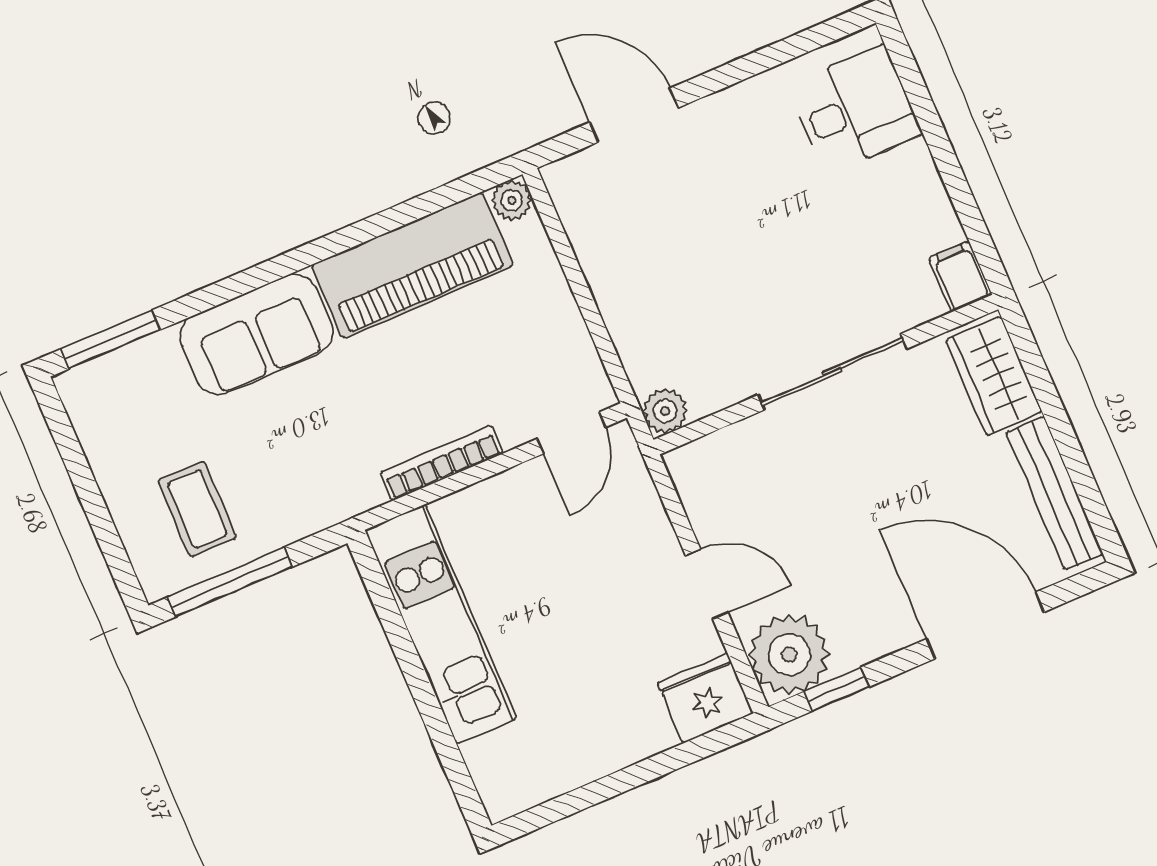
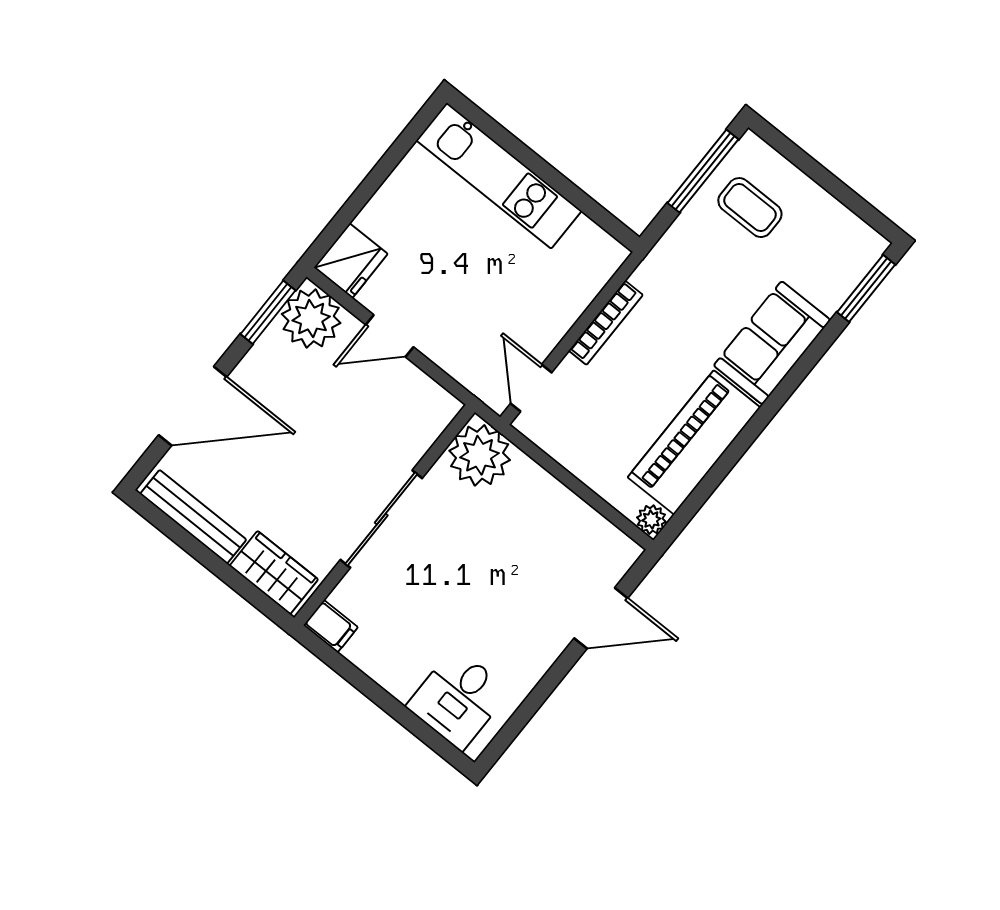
plant: (665, 411) -> (480, 455), width x1.87, depth x1.87
kitchen unit: (441, 624) -> (499, 176), moved
window: (836, 689) -> (268, 312), width x1.50

